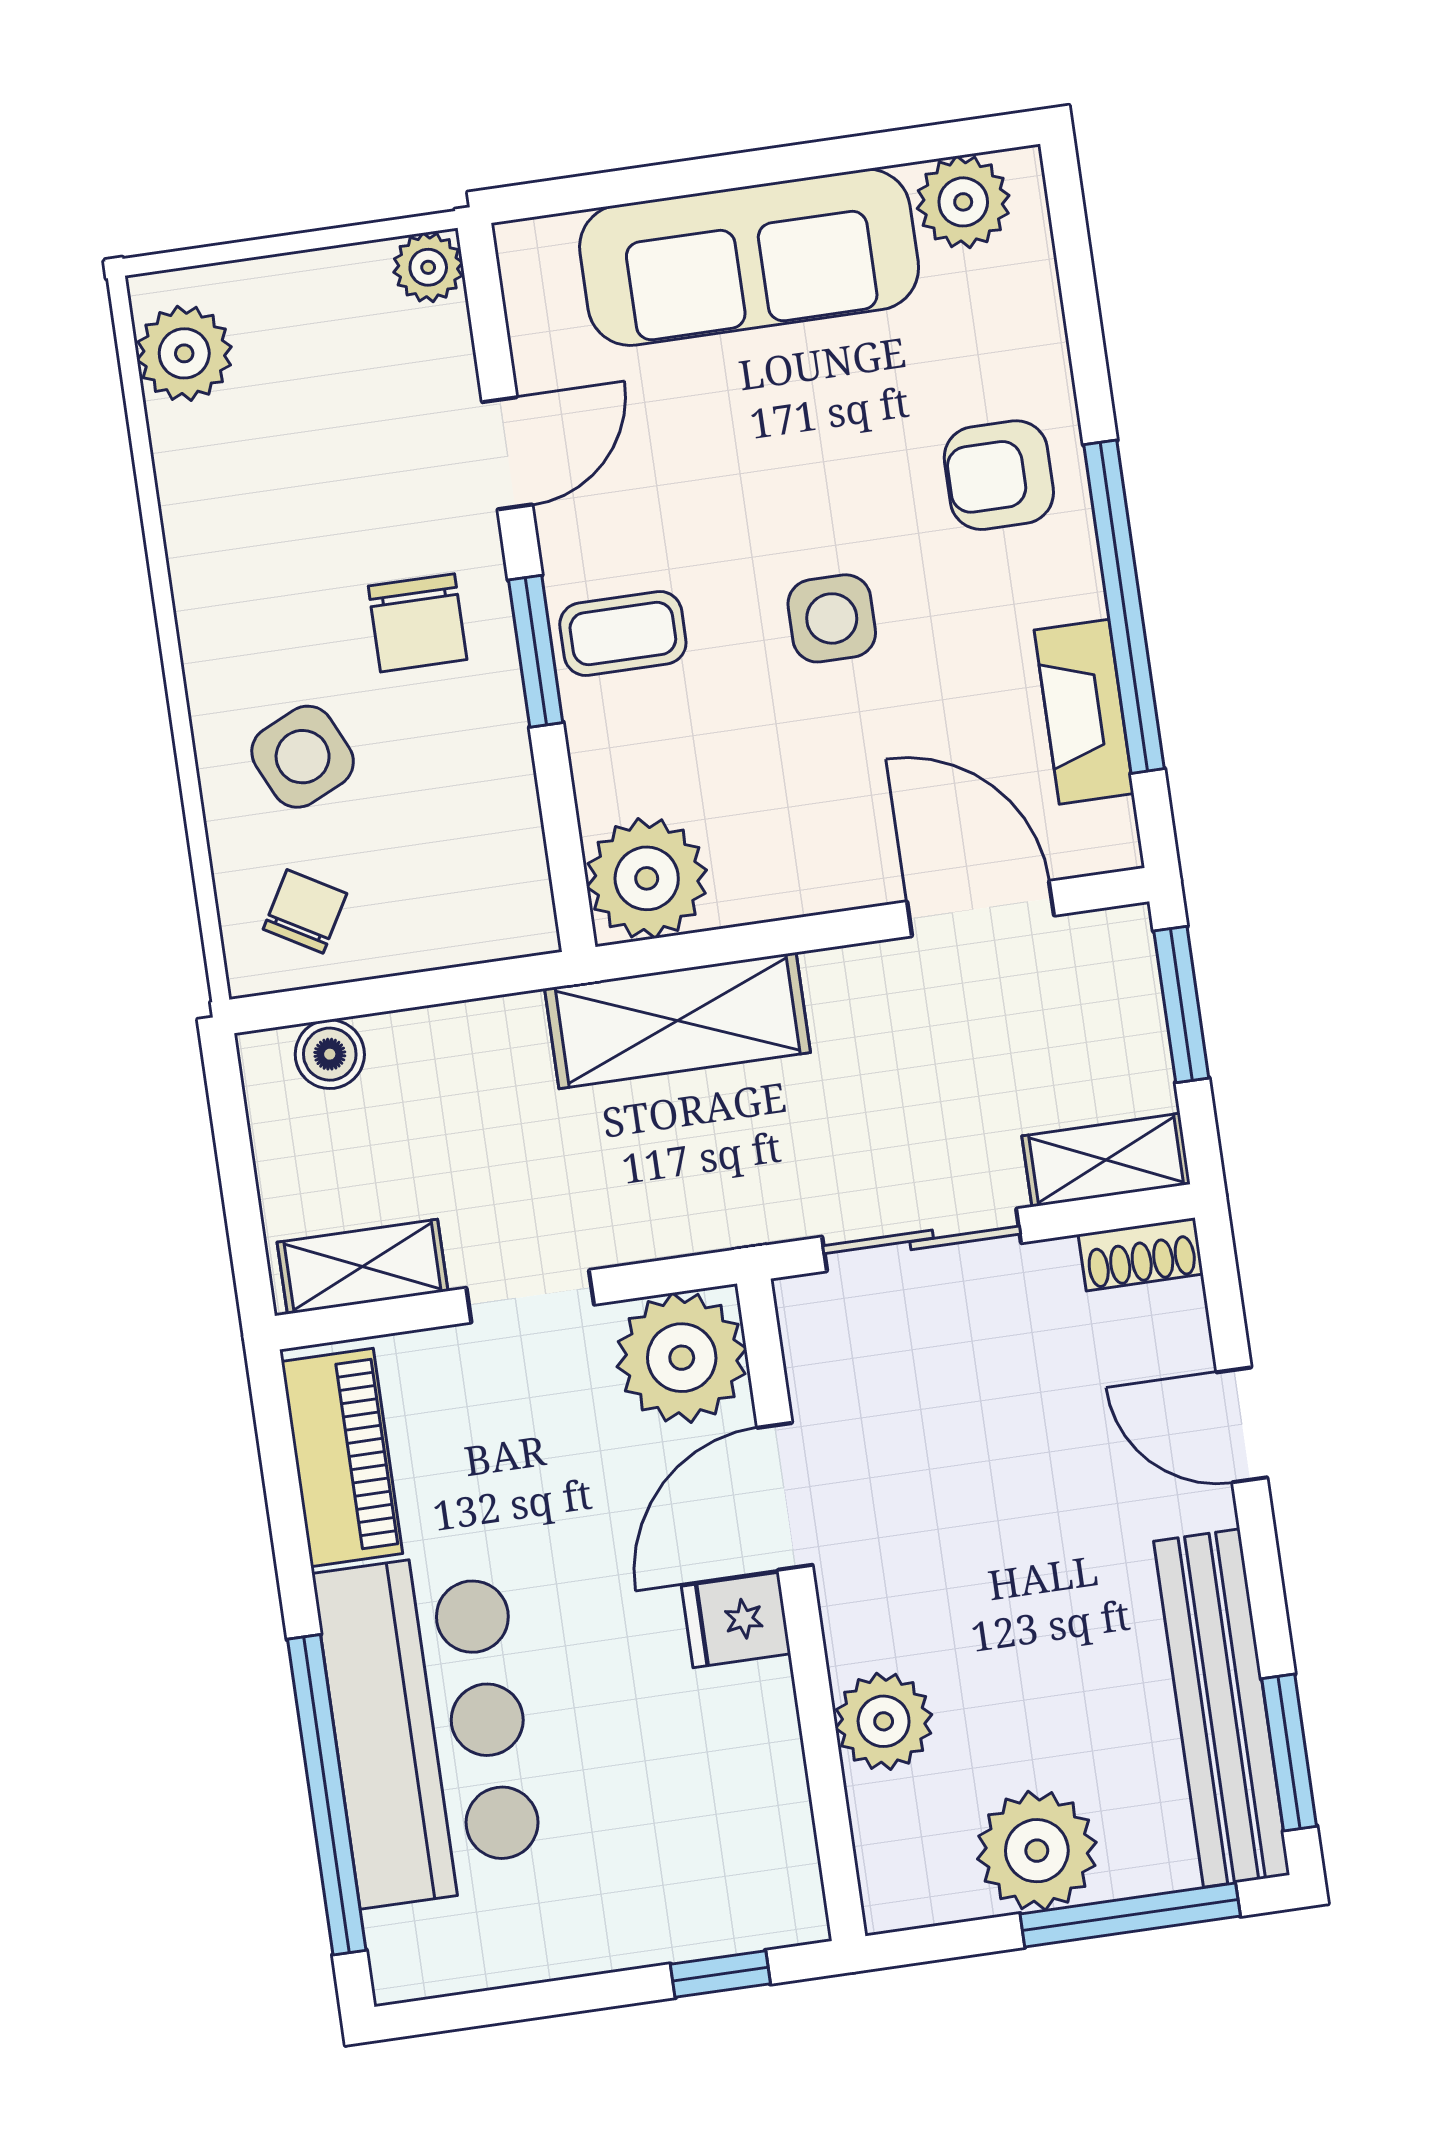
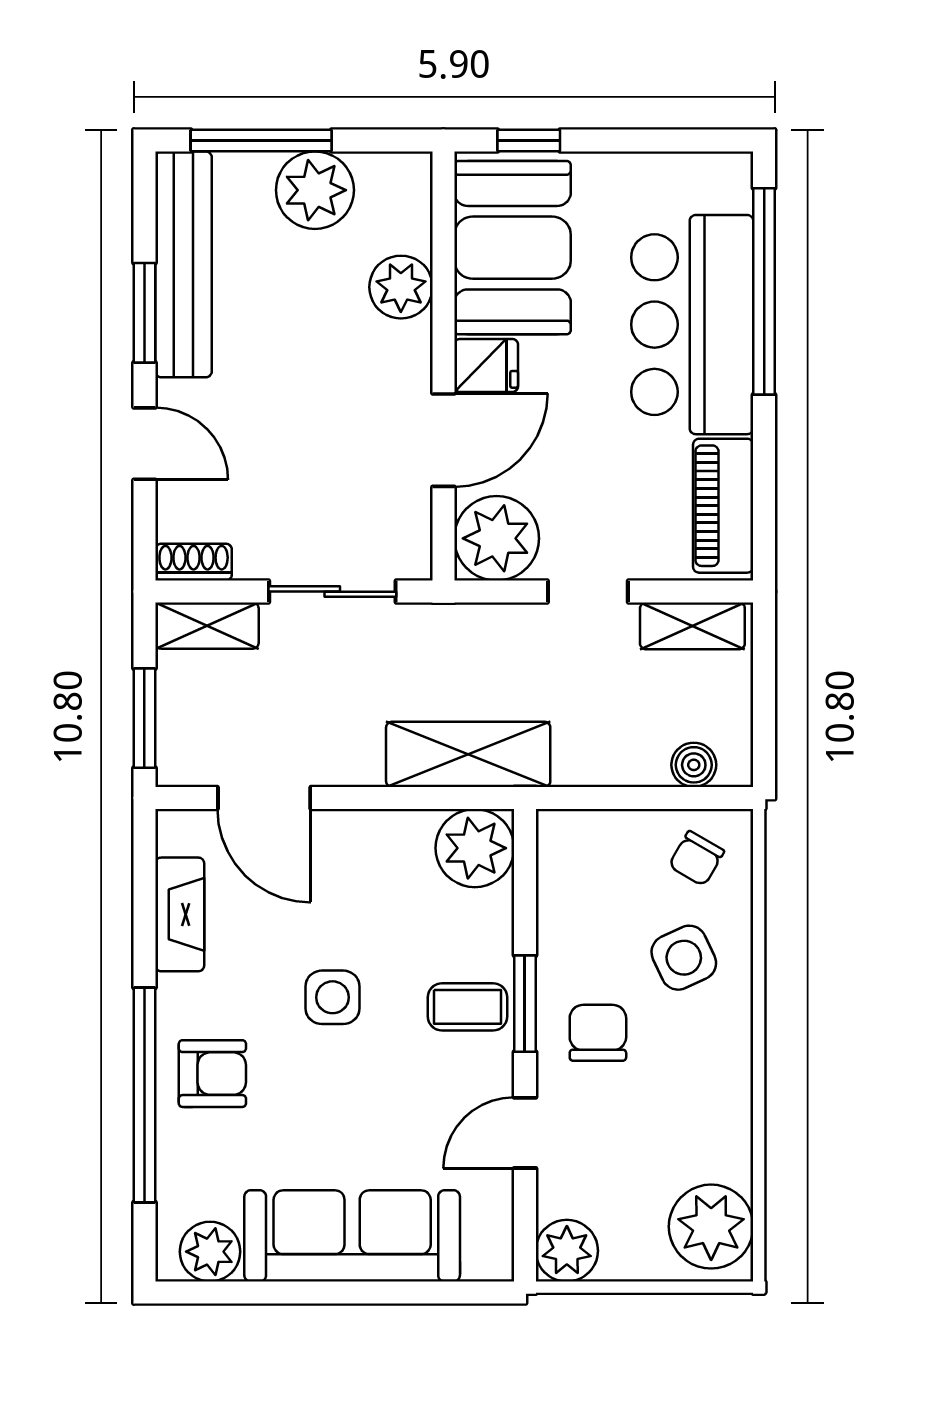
plant: (428, 267) -> (567, 1251), width x1.38, depth x1.38
plant: (184, 353) -> (711, 1227), width x1.36, depth x1.36
window: (1124, 607) -> (144, 1095), moved
window: (1289, 1753) -> (144, 313), moved
booth: (722, 1806) -> (512, 248), added

